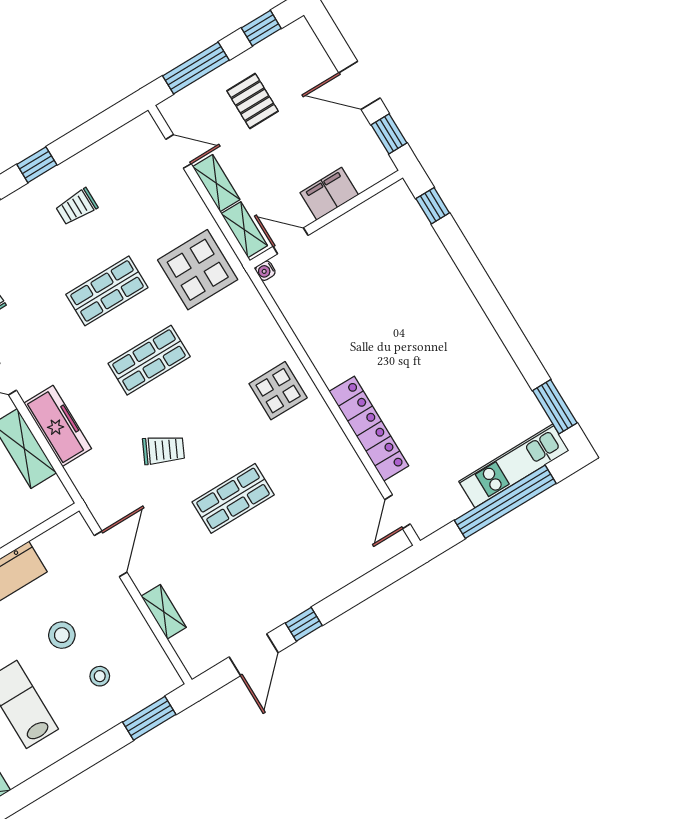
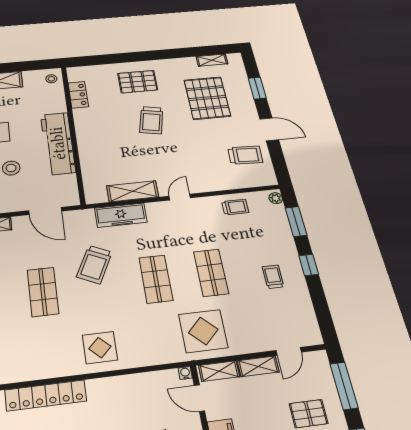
door: (291, 241) -> (199, 398), swing flipped
freezer: (58, 426) -> (121, 215), moved
trolley: (164, 450) -> (94, 264), width x1.36, depth x1.39

